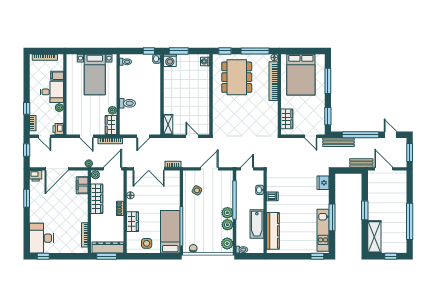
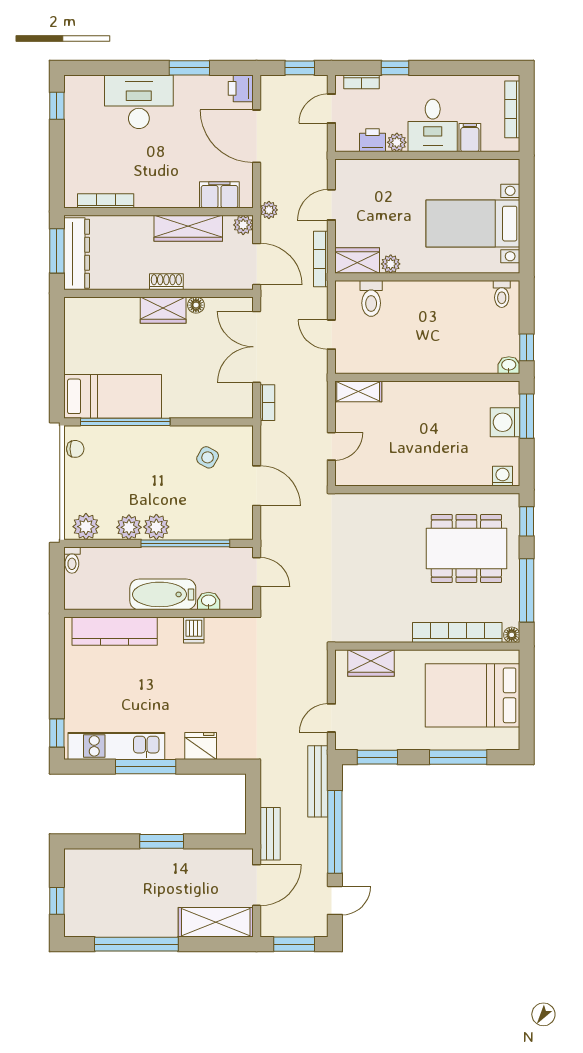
washing machine: (170, 60) -> (505, 422), moved
toilet: (127, 103) -> (371, 298), moved
printer: (58, 129) -> (373, 140), moved
fridge: (323, 183) -> (201, 746), moved
wardrobe: (133, 222) -> (163, 310), moved
bathtub: (257, 224) -> (163, 594), moved
shelving: (374, 237) -> (216, 922), moved
desk: (42, 238) -> (139, 102), moved
side table: (147, 243) -> (86, 342), removed

